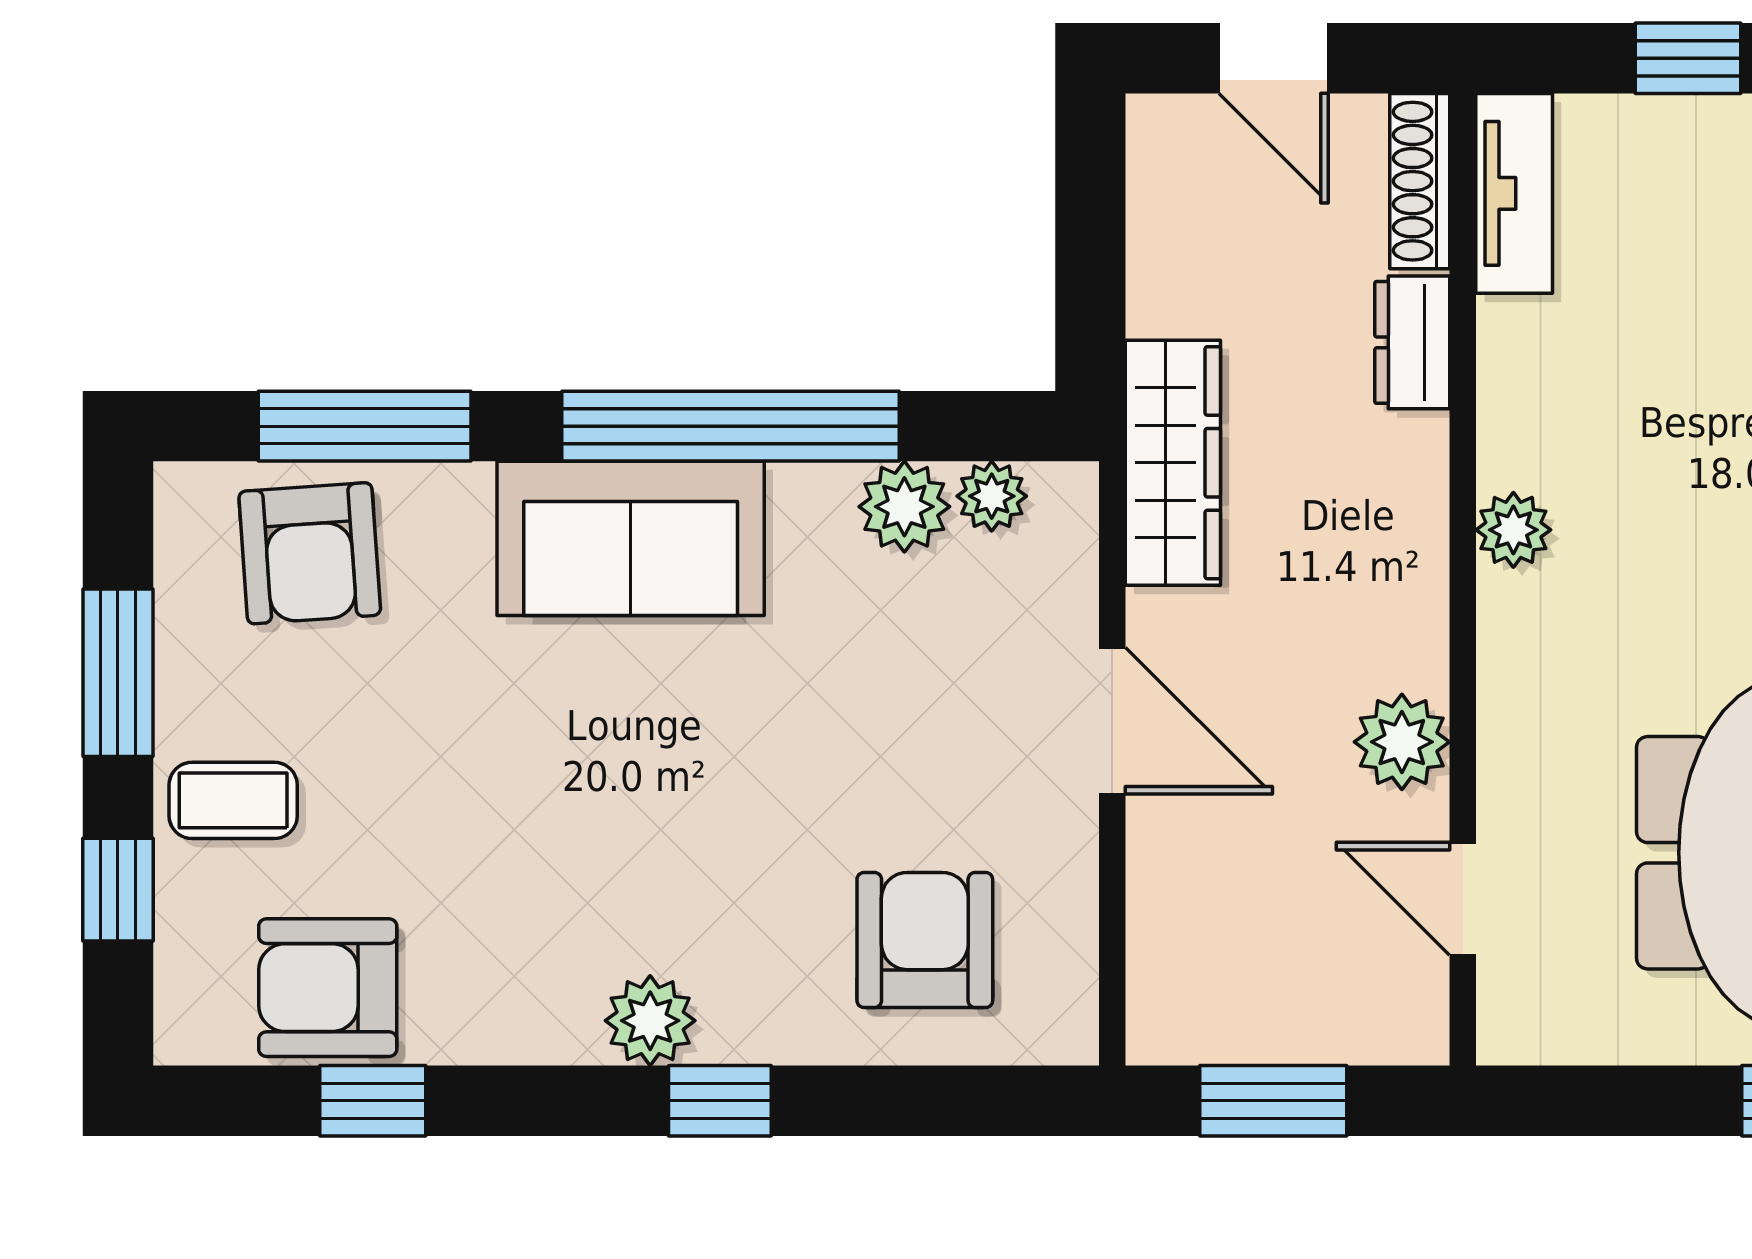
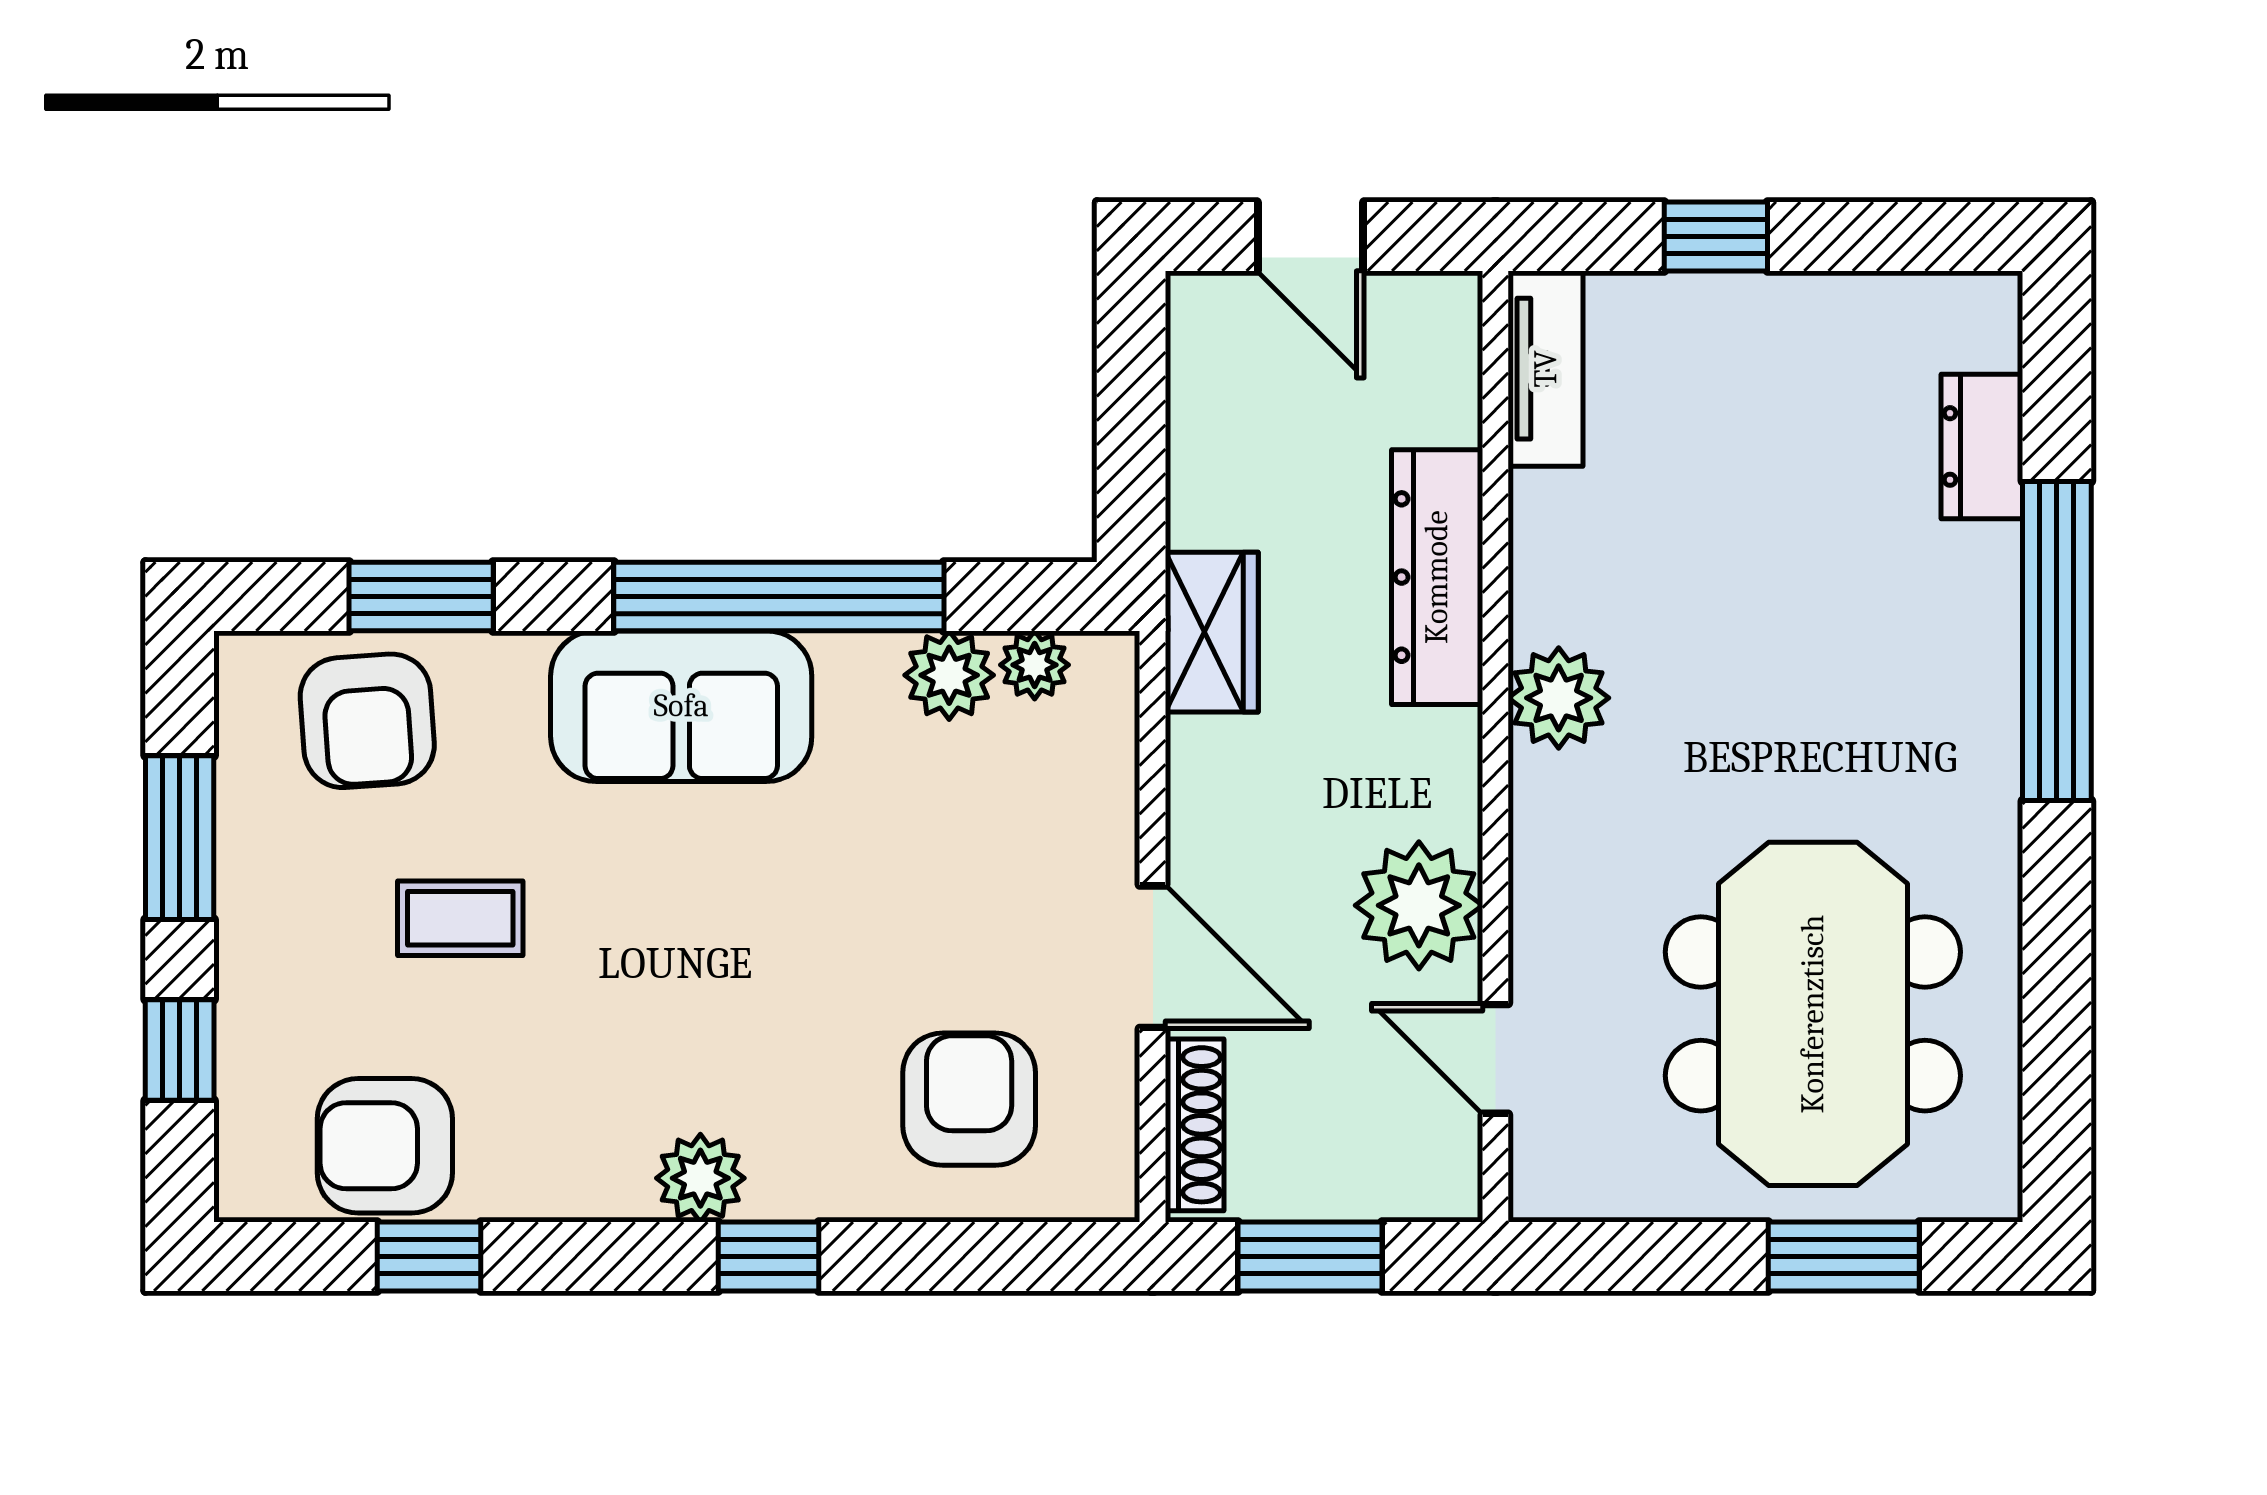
shoe rack: (1420, 181) -> (1195, 1125), moved, turned 180
dresser: (1412, 342) -> (1437, 577), width x1.96, depth x1.24
window: (365, 426) -> (421, 596), width x0.69
wardrobe: (1173, 463) -> (1212, 632), width x0.67
plant: (1513, 530) -> (1559, 698), width x1.38, depth x1.38
door: (1112, 721) -> (1153, 957), moved
plant: (1402, 742) -> (1419, 905), width x1.36, depth x1.36
coffee table: (233, 800) -> (460, 918), moved

